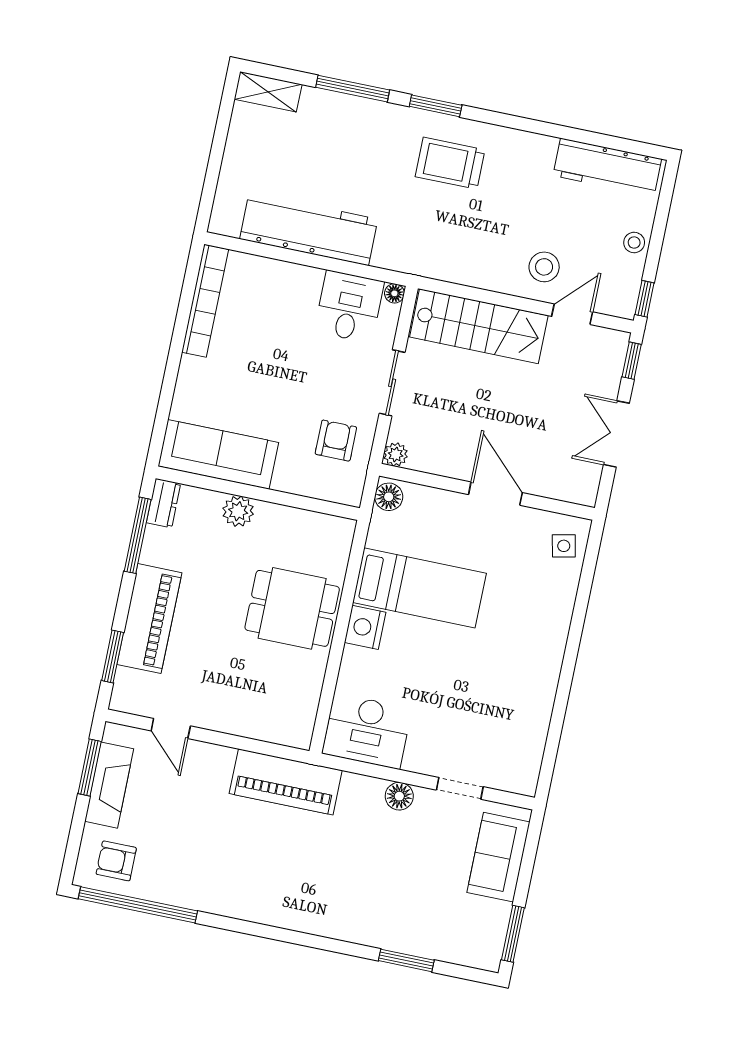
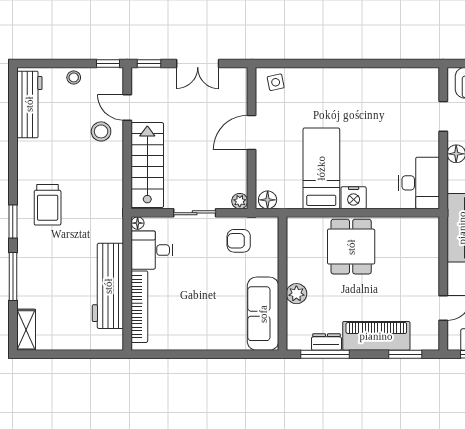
bookcase: (205, 301) -> (139, 307), moved, turned 90
dresser: (164, 503) -> (326, 342), moved

